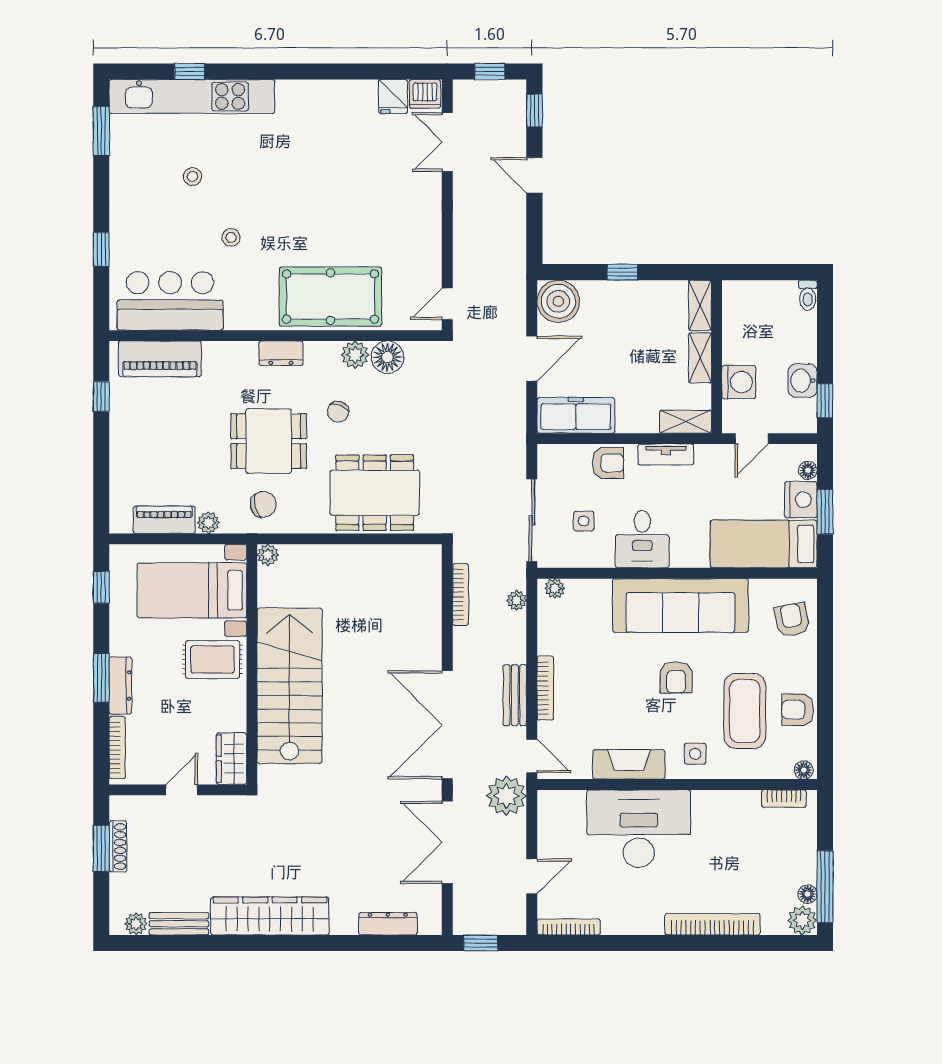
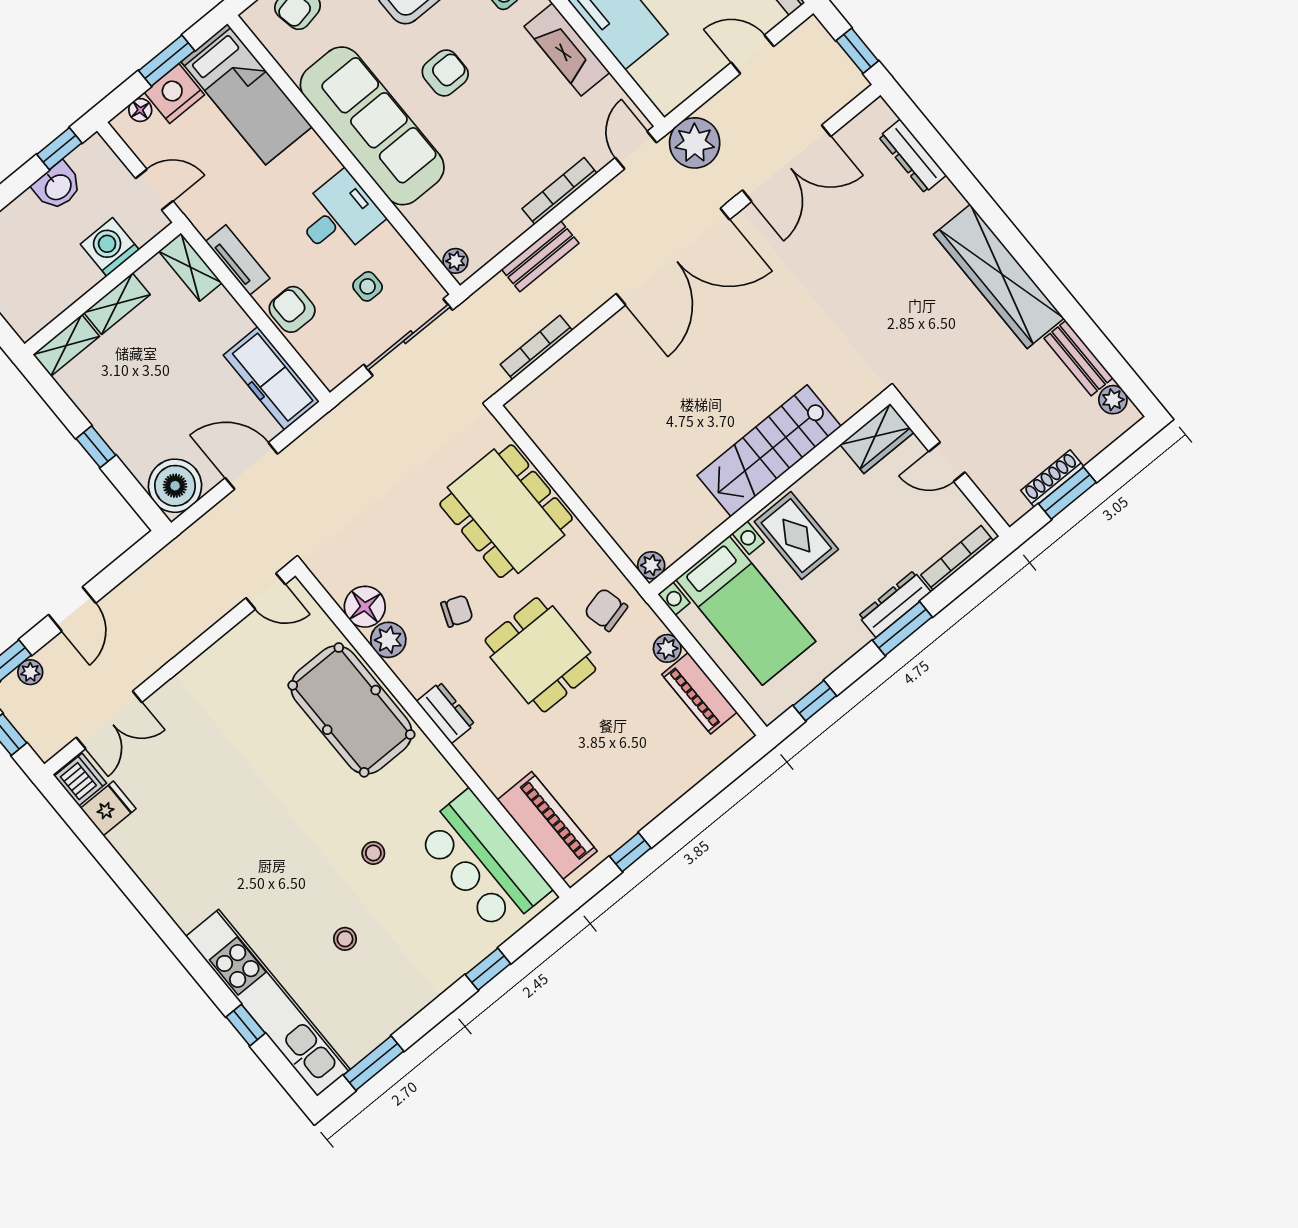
plant: (517, 600) -> (30, 672), moved
stairs: (290, 686) -> (769, 451), width x0.73, depth x0.66
bench: (515, 695) -> (540, 256), moved

